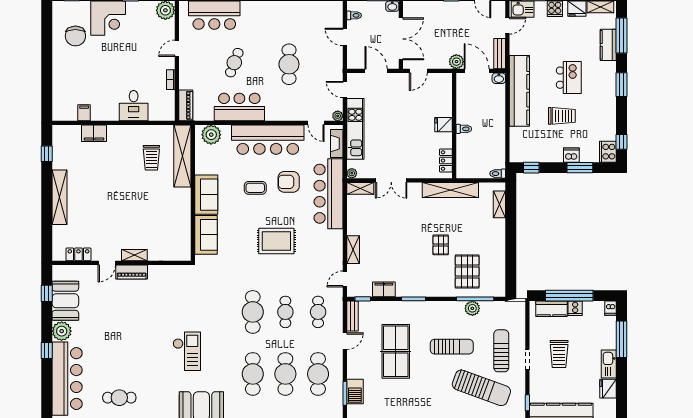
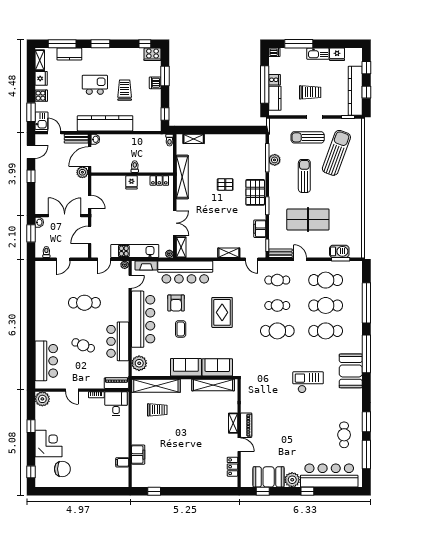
desk: (134, 106) -> (116, 404), moved, turned -90
shelving: (60, 197) -> (213, 385), moved
pallet: (467, 272) -> (255, 192), moved, turned 90

